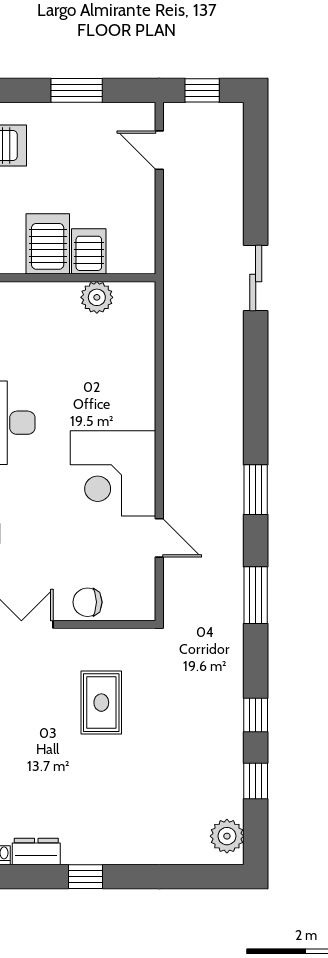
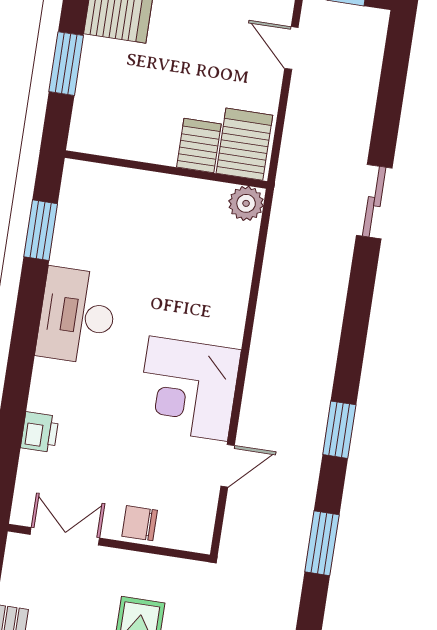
server rack: (48, 244) -> (244, 144), moved
plant: (97, 297) -> (246, 203), moved
door: (159, 538) -> (228, 466), hinge flipped

